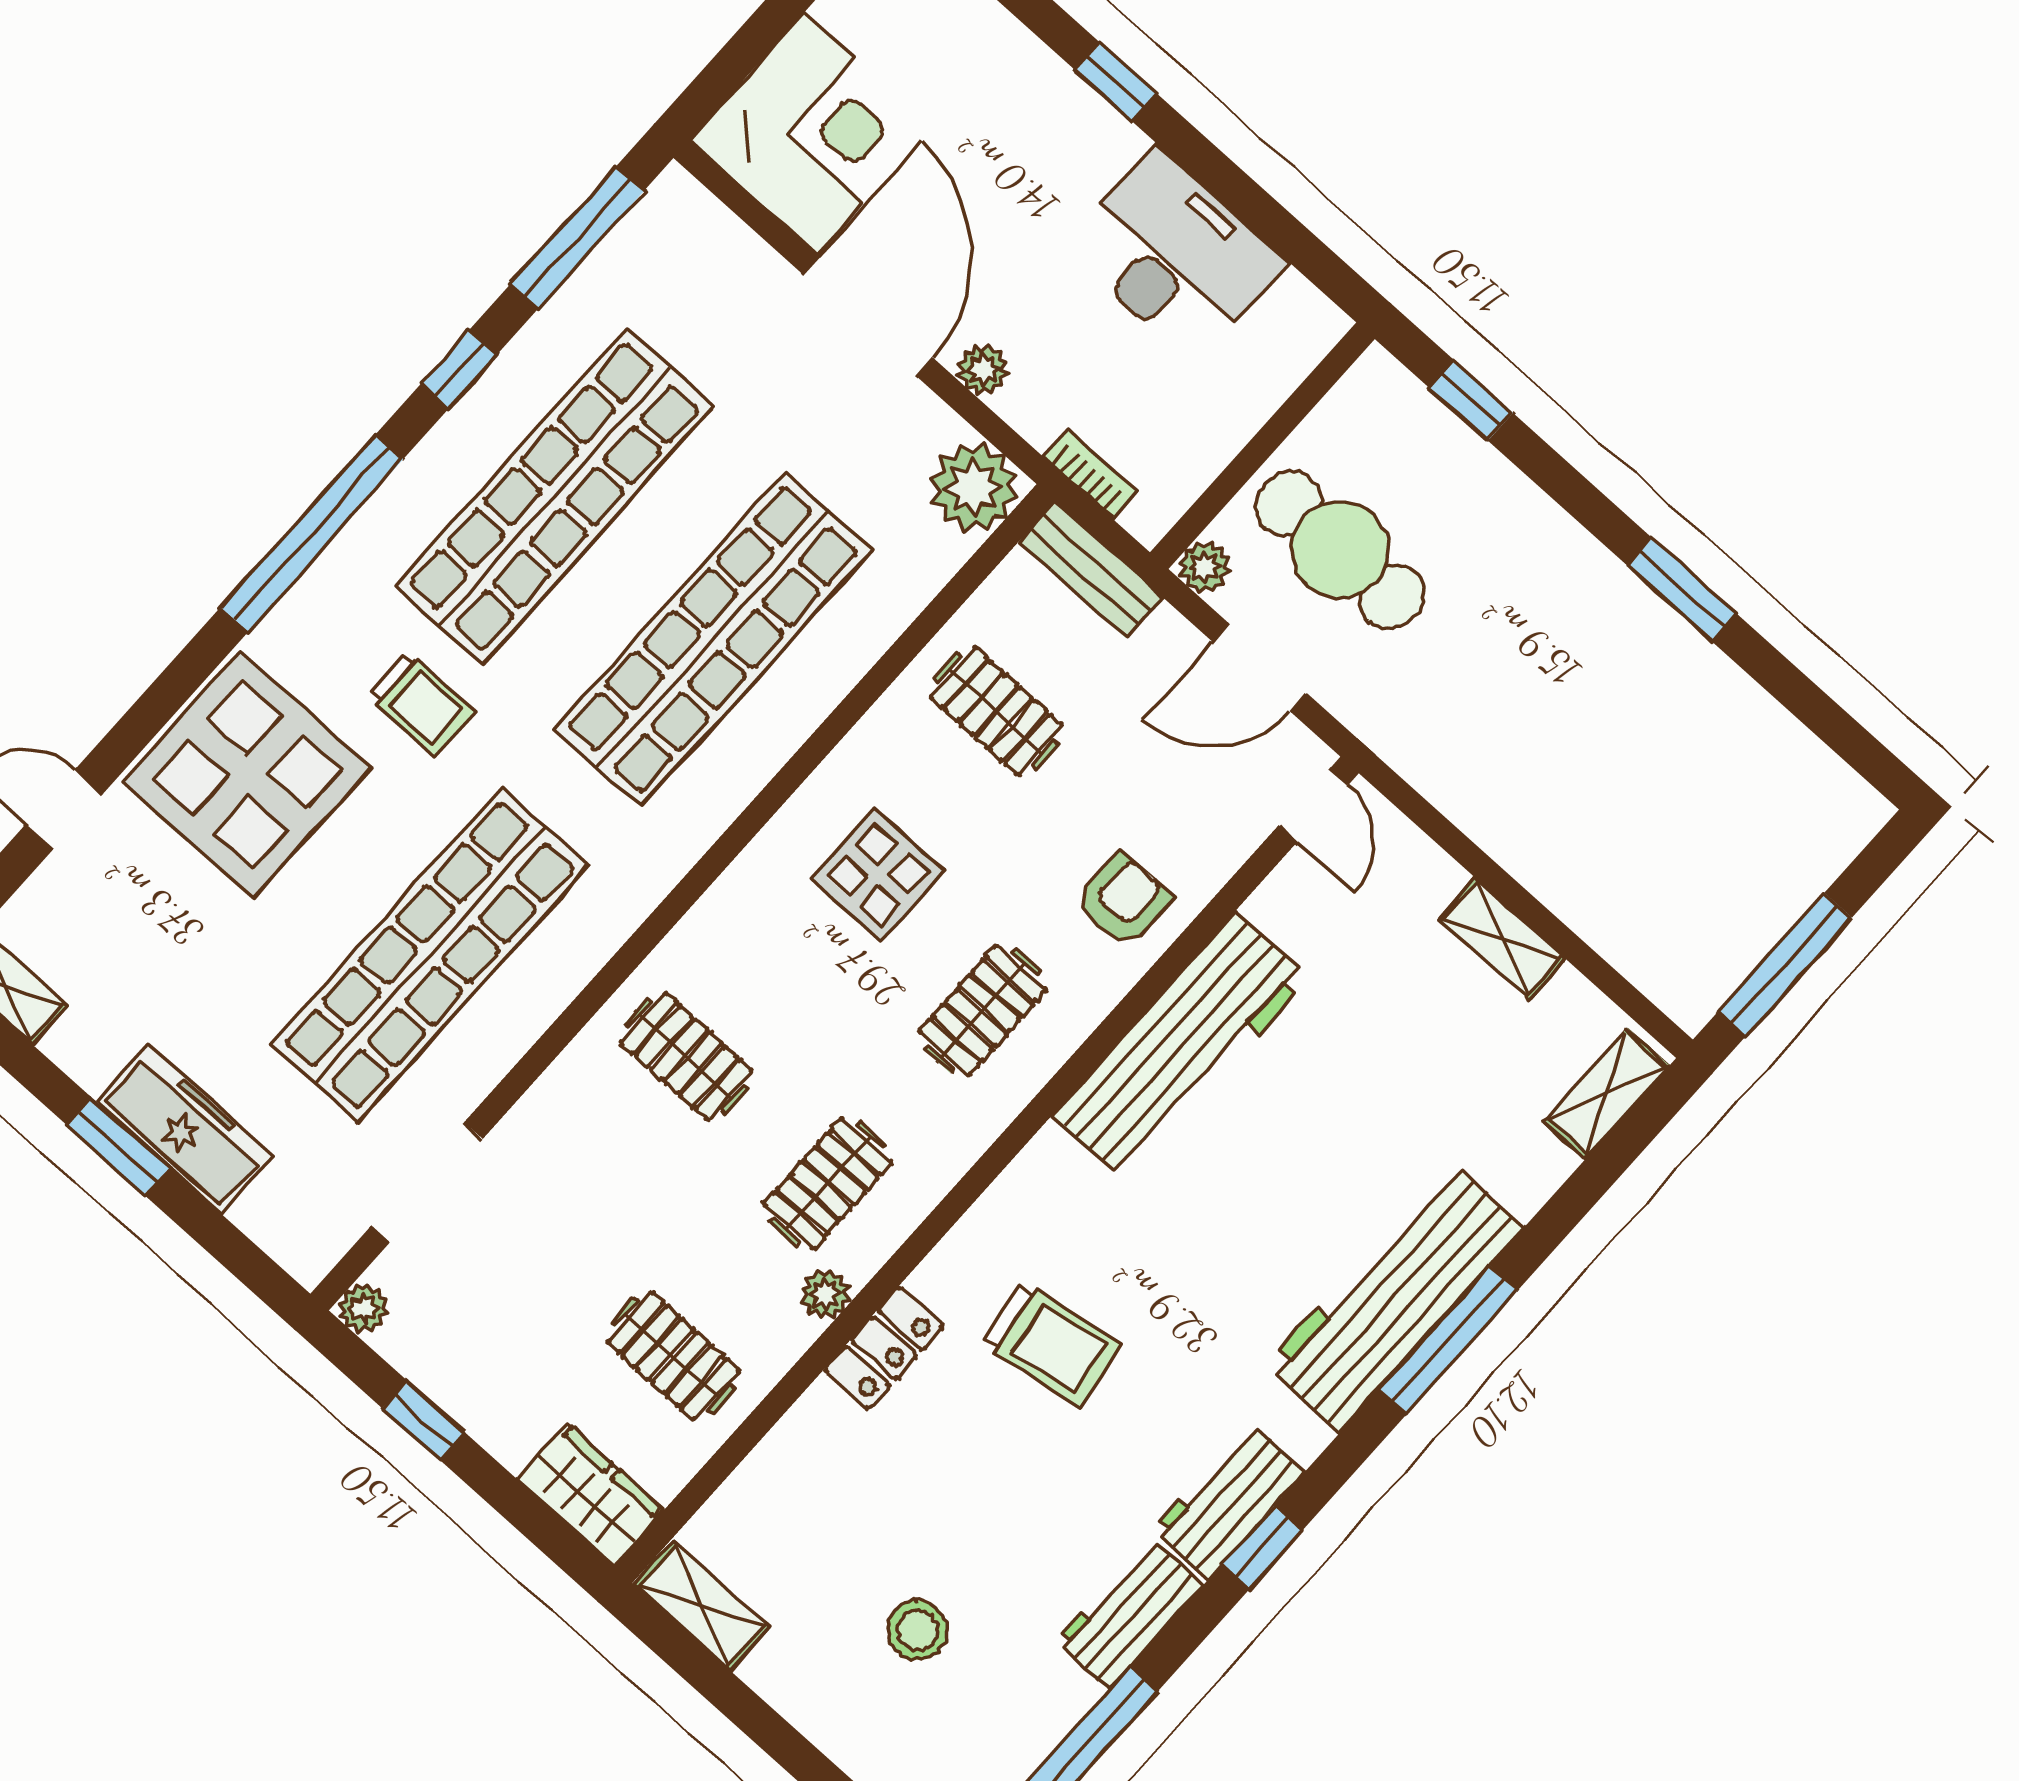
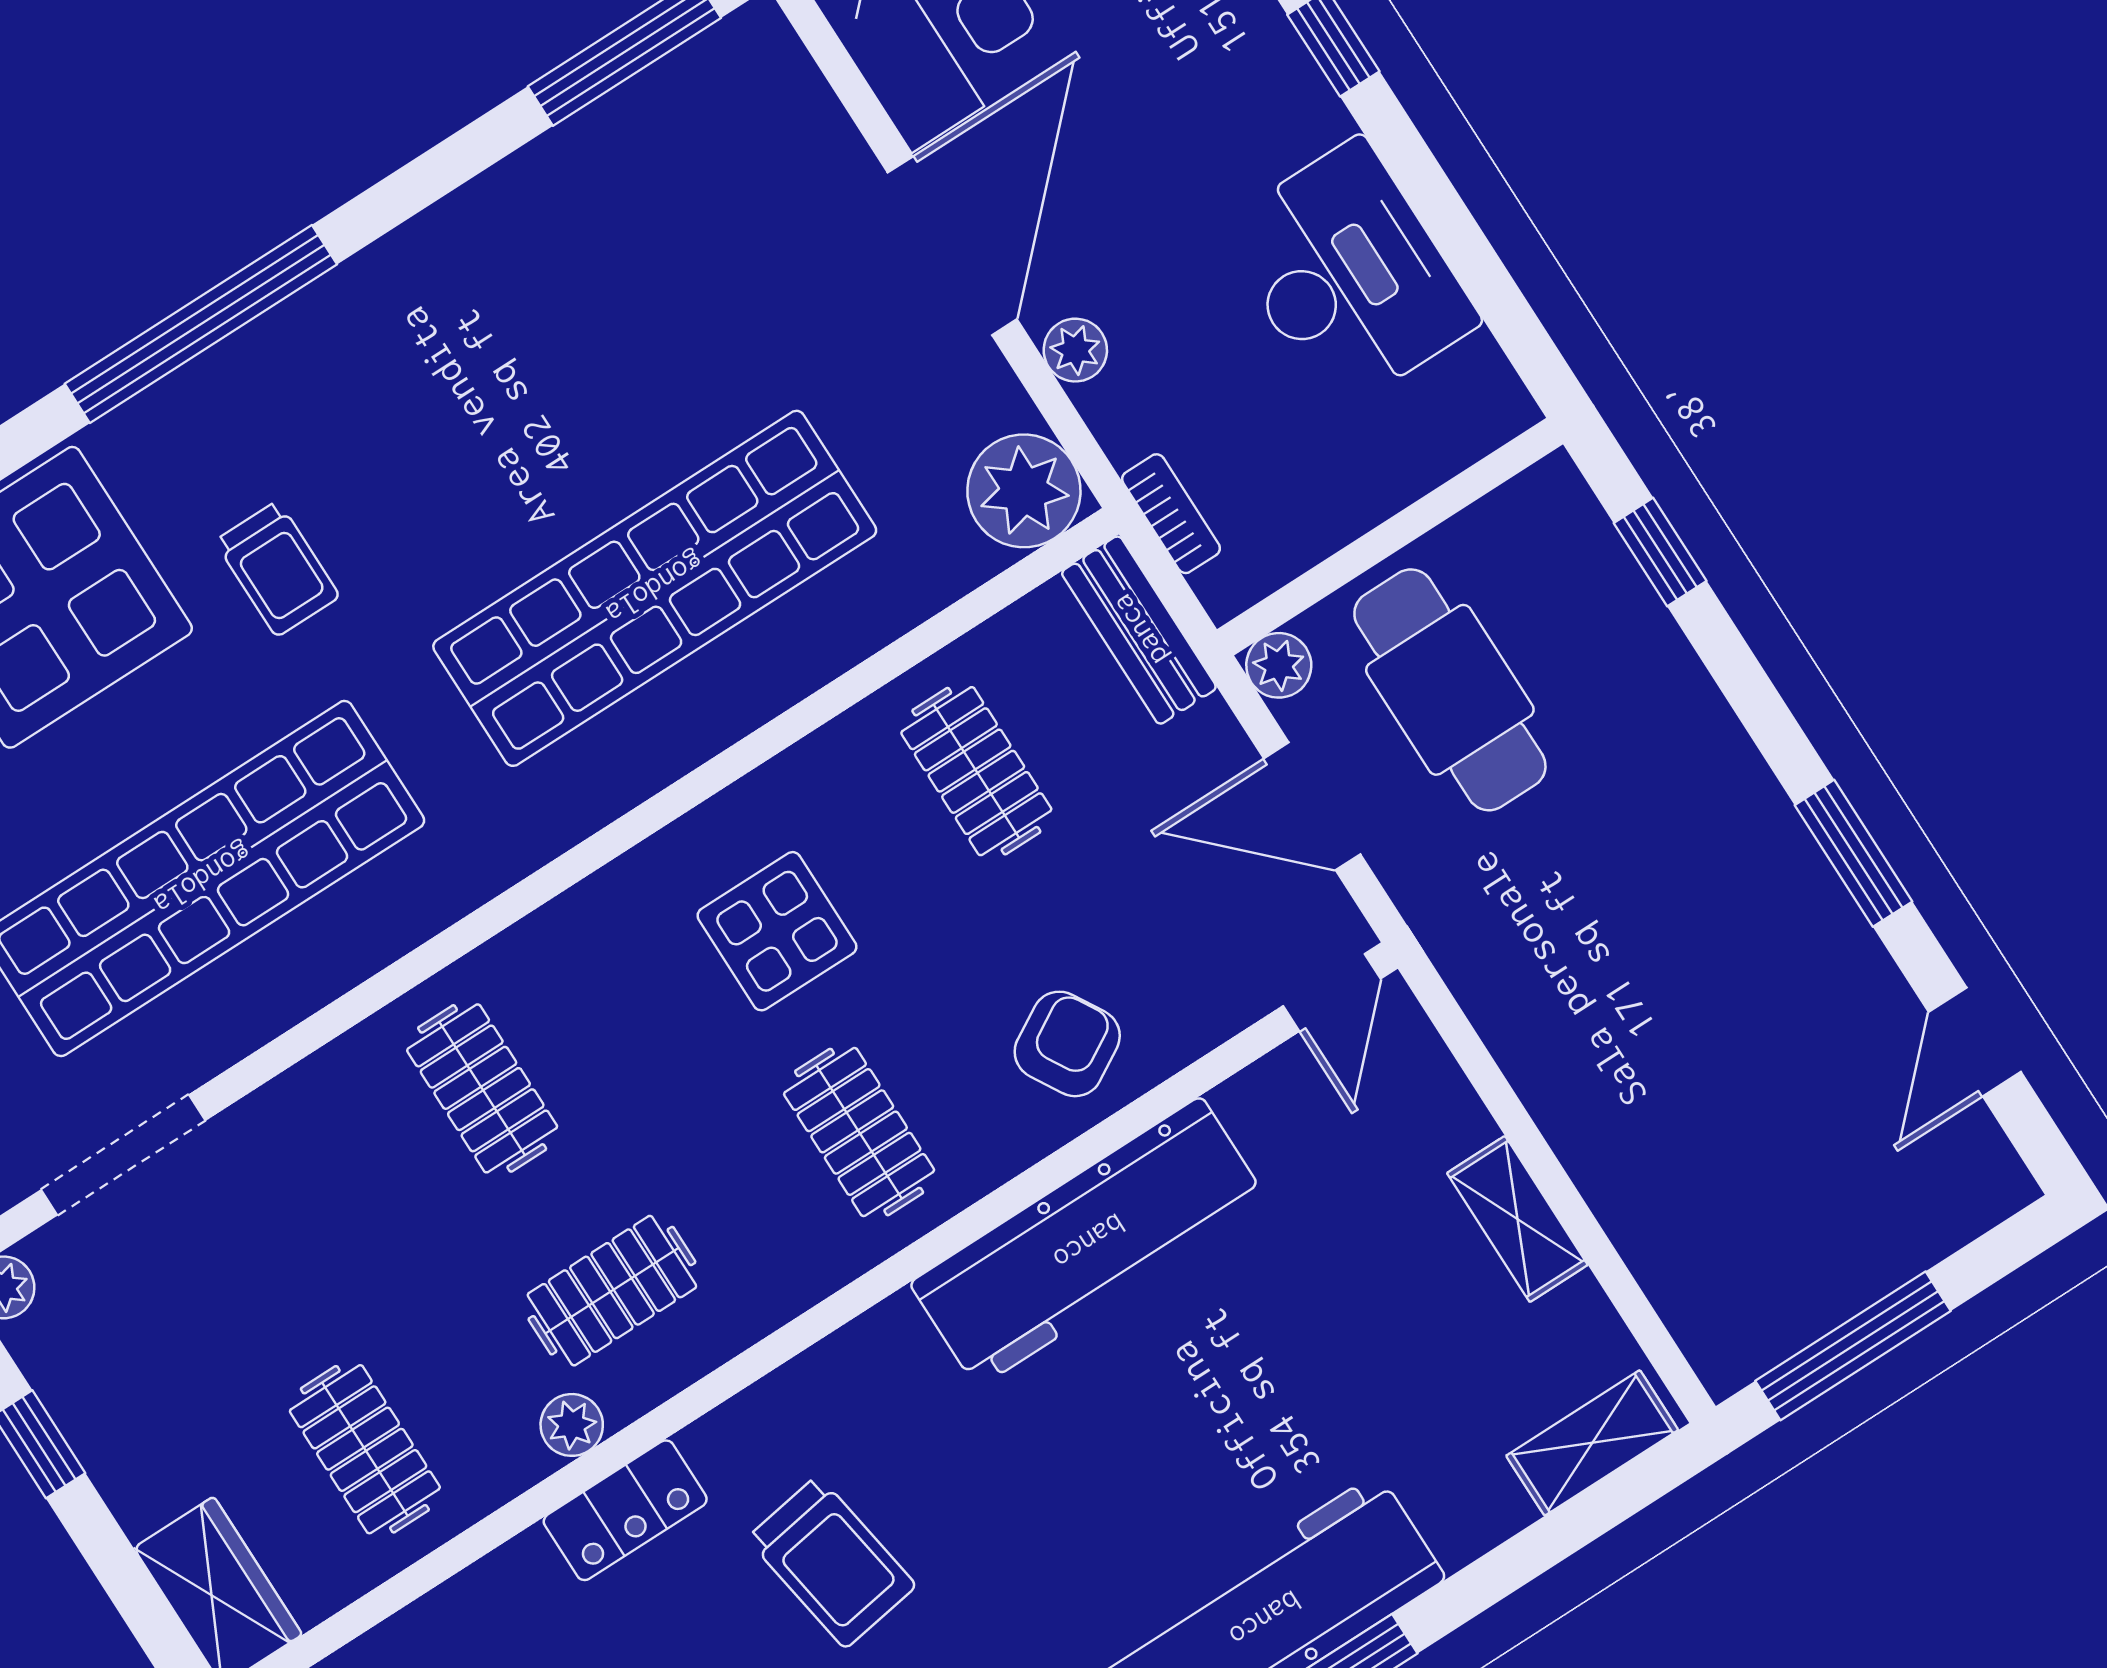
window: (459, 370) -> (435, 174), removed
shop shelf: (554, 497) -> (509, 361), removed
door: (1814, 708) -> (1975, 1042), added
armchair: (1123, 900) -> (1067, 1044), turned -30
clothes rail: (983, 1011) -> (859, 1132), turned 90

